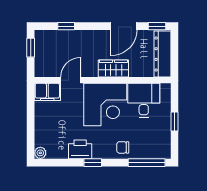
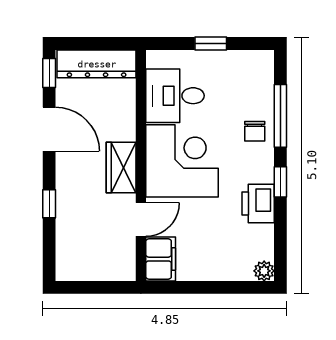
window: (66, 26) -> (49, 204), moved
window: (31, 48) -> (86, 287), removed
wardrobe: (113, 69) -> (121, 167), moved
door: (71, 80) -> (141, 219), swing flipped
window: (147, 163) -> (280, 116), moved

